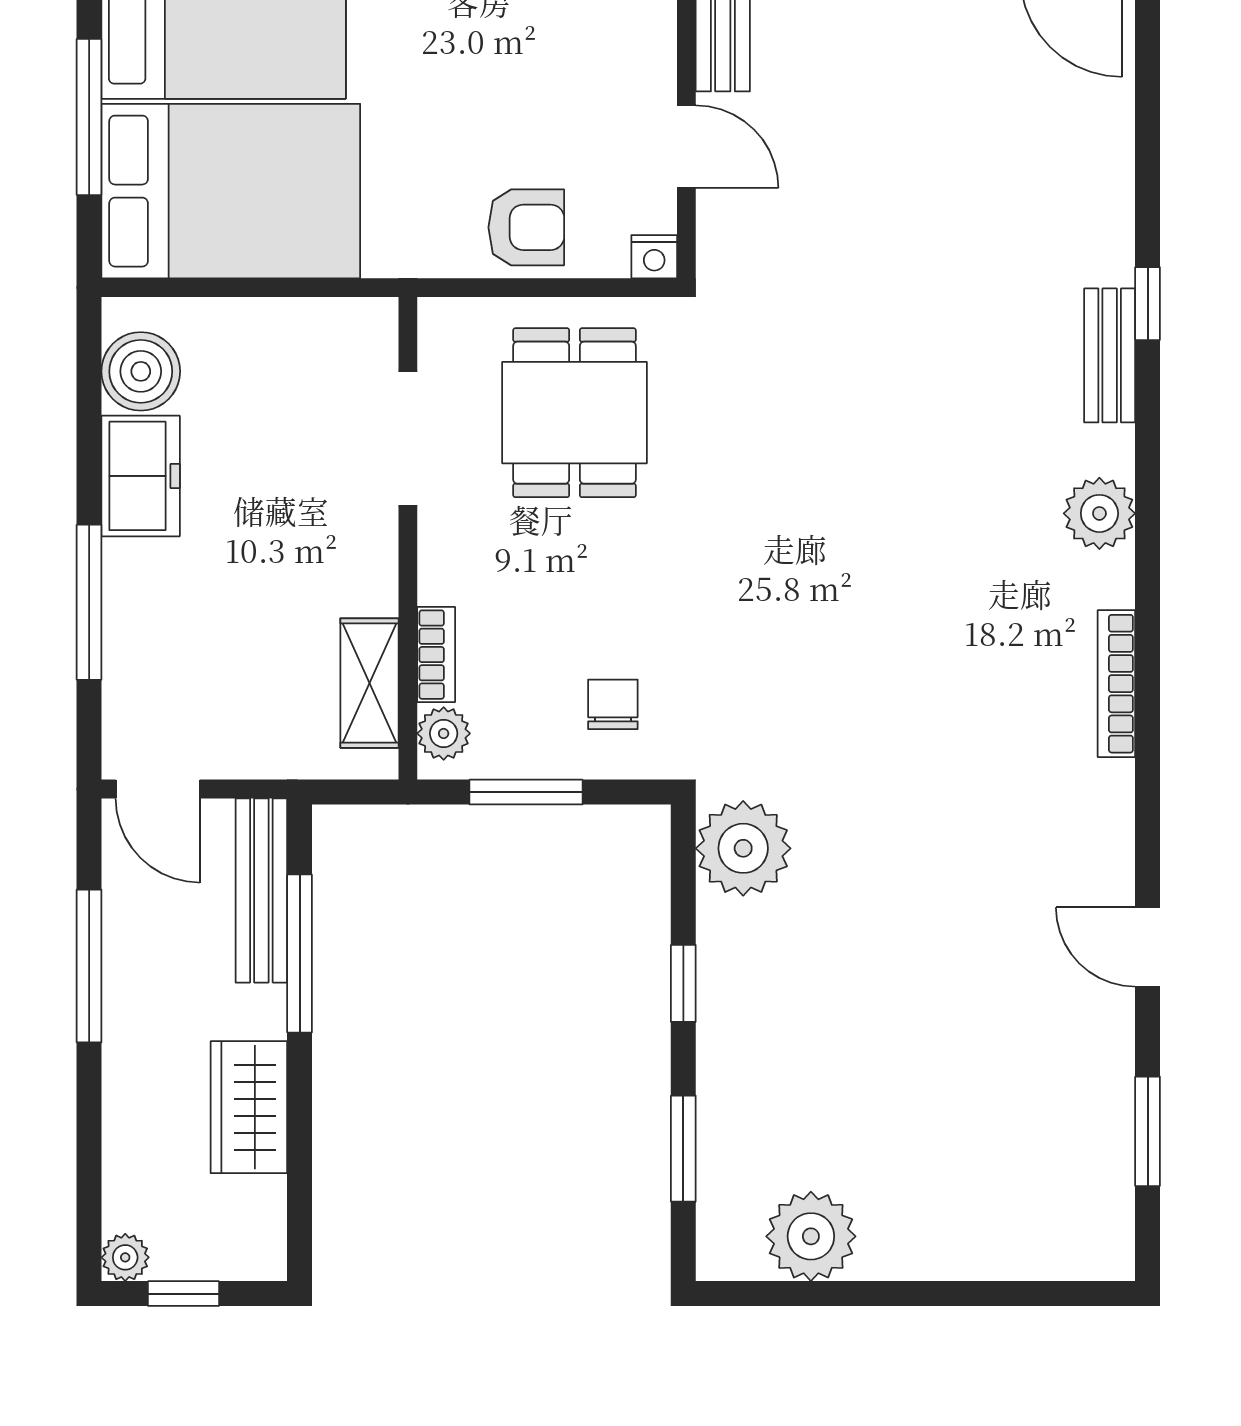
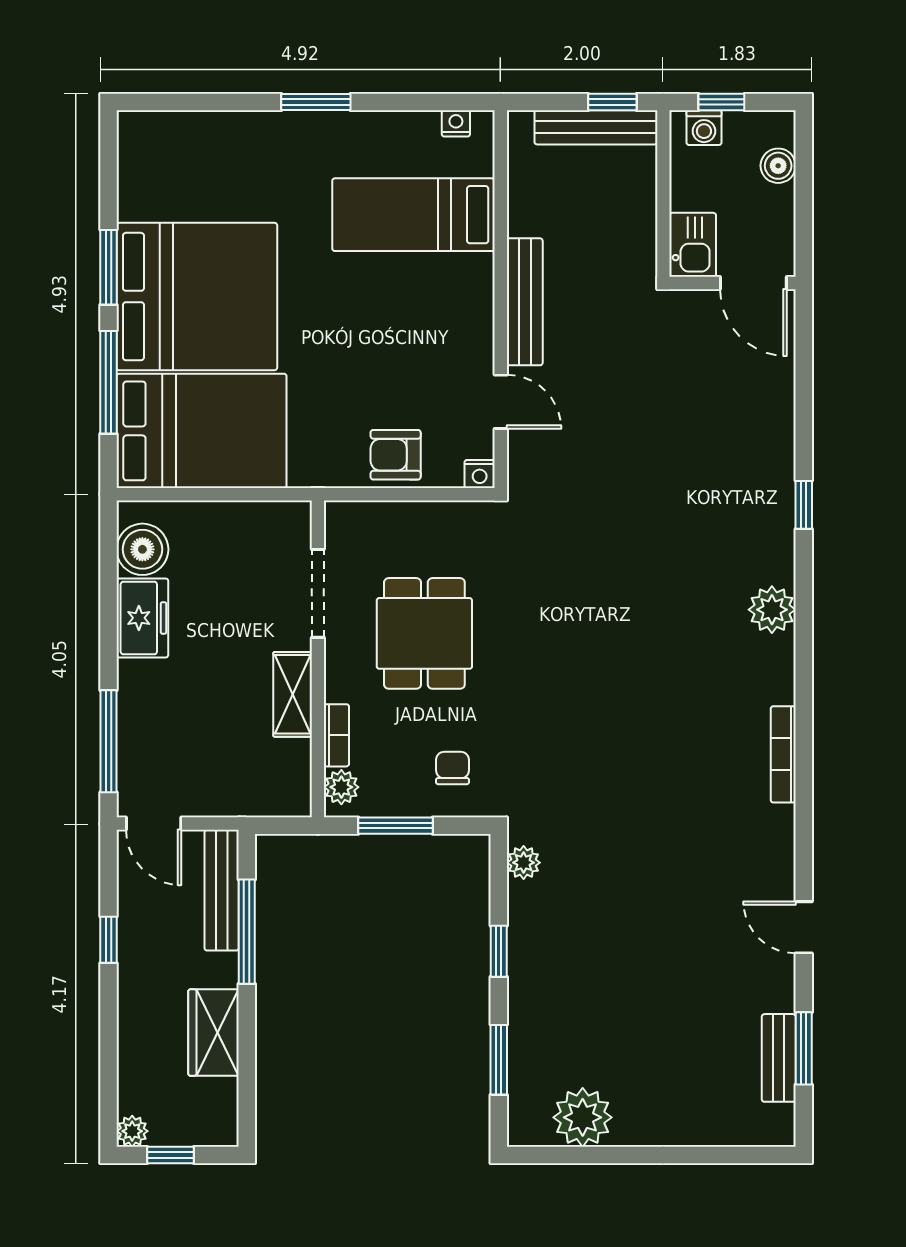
armchair: (526, 227) -> (396, 455), turned 180
bench: (1110, 355) -> (779, 1058), moved
dining table: (574, 413) -> (424, 633), moved
plant: (1099, 513) -> (772, 610), moved
window: (89, 602) -> (108, 741), moved
shelving: (369, 683) -> (293, 694), moved
plant: (743, 848) -> (524, 863), width x0.53, depth x0.53
window: (89, 966) -> (108, 940), width x0.46

